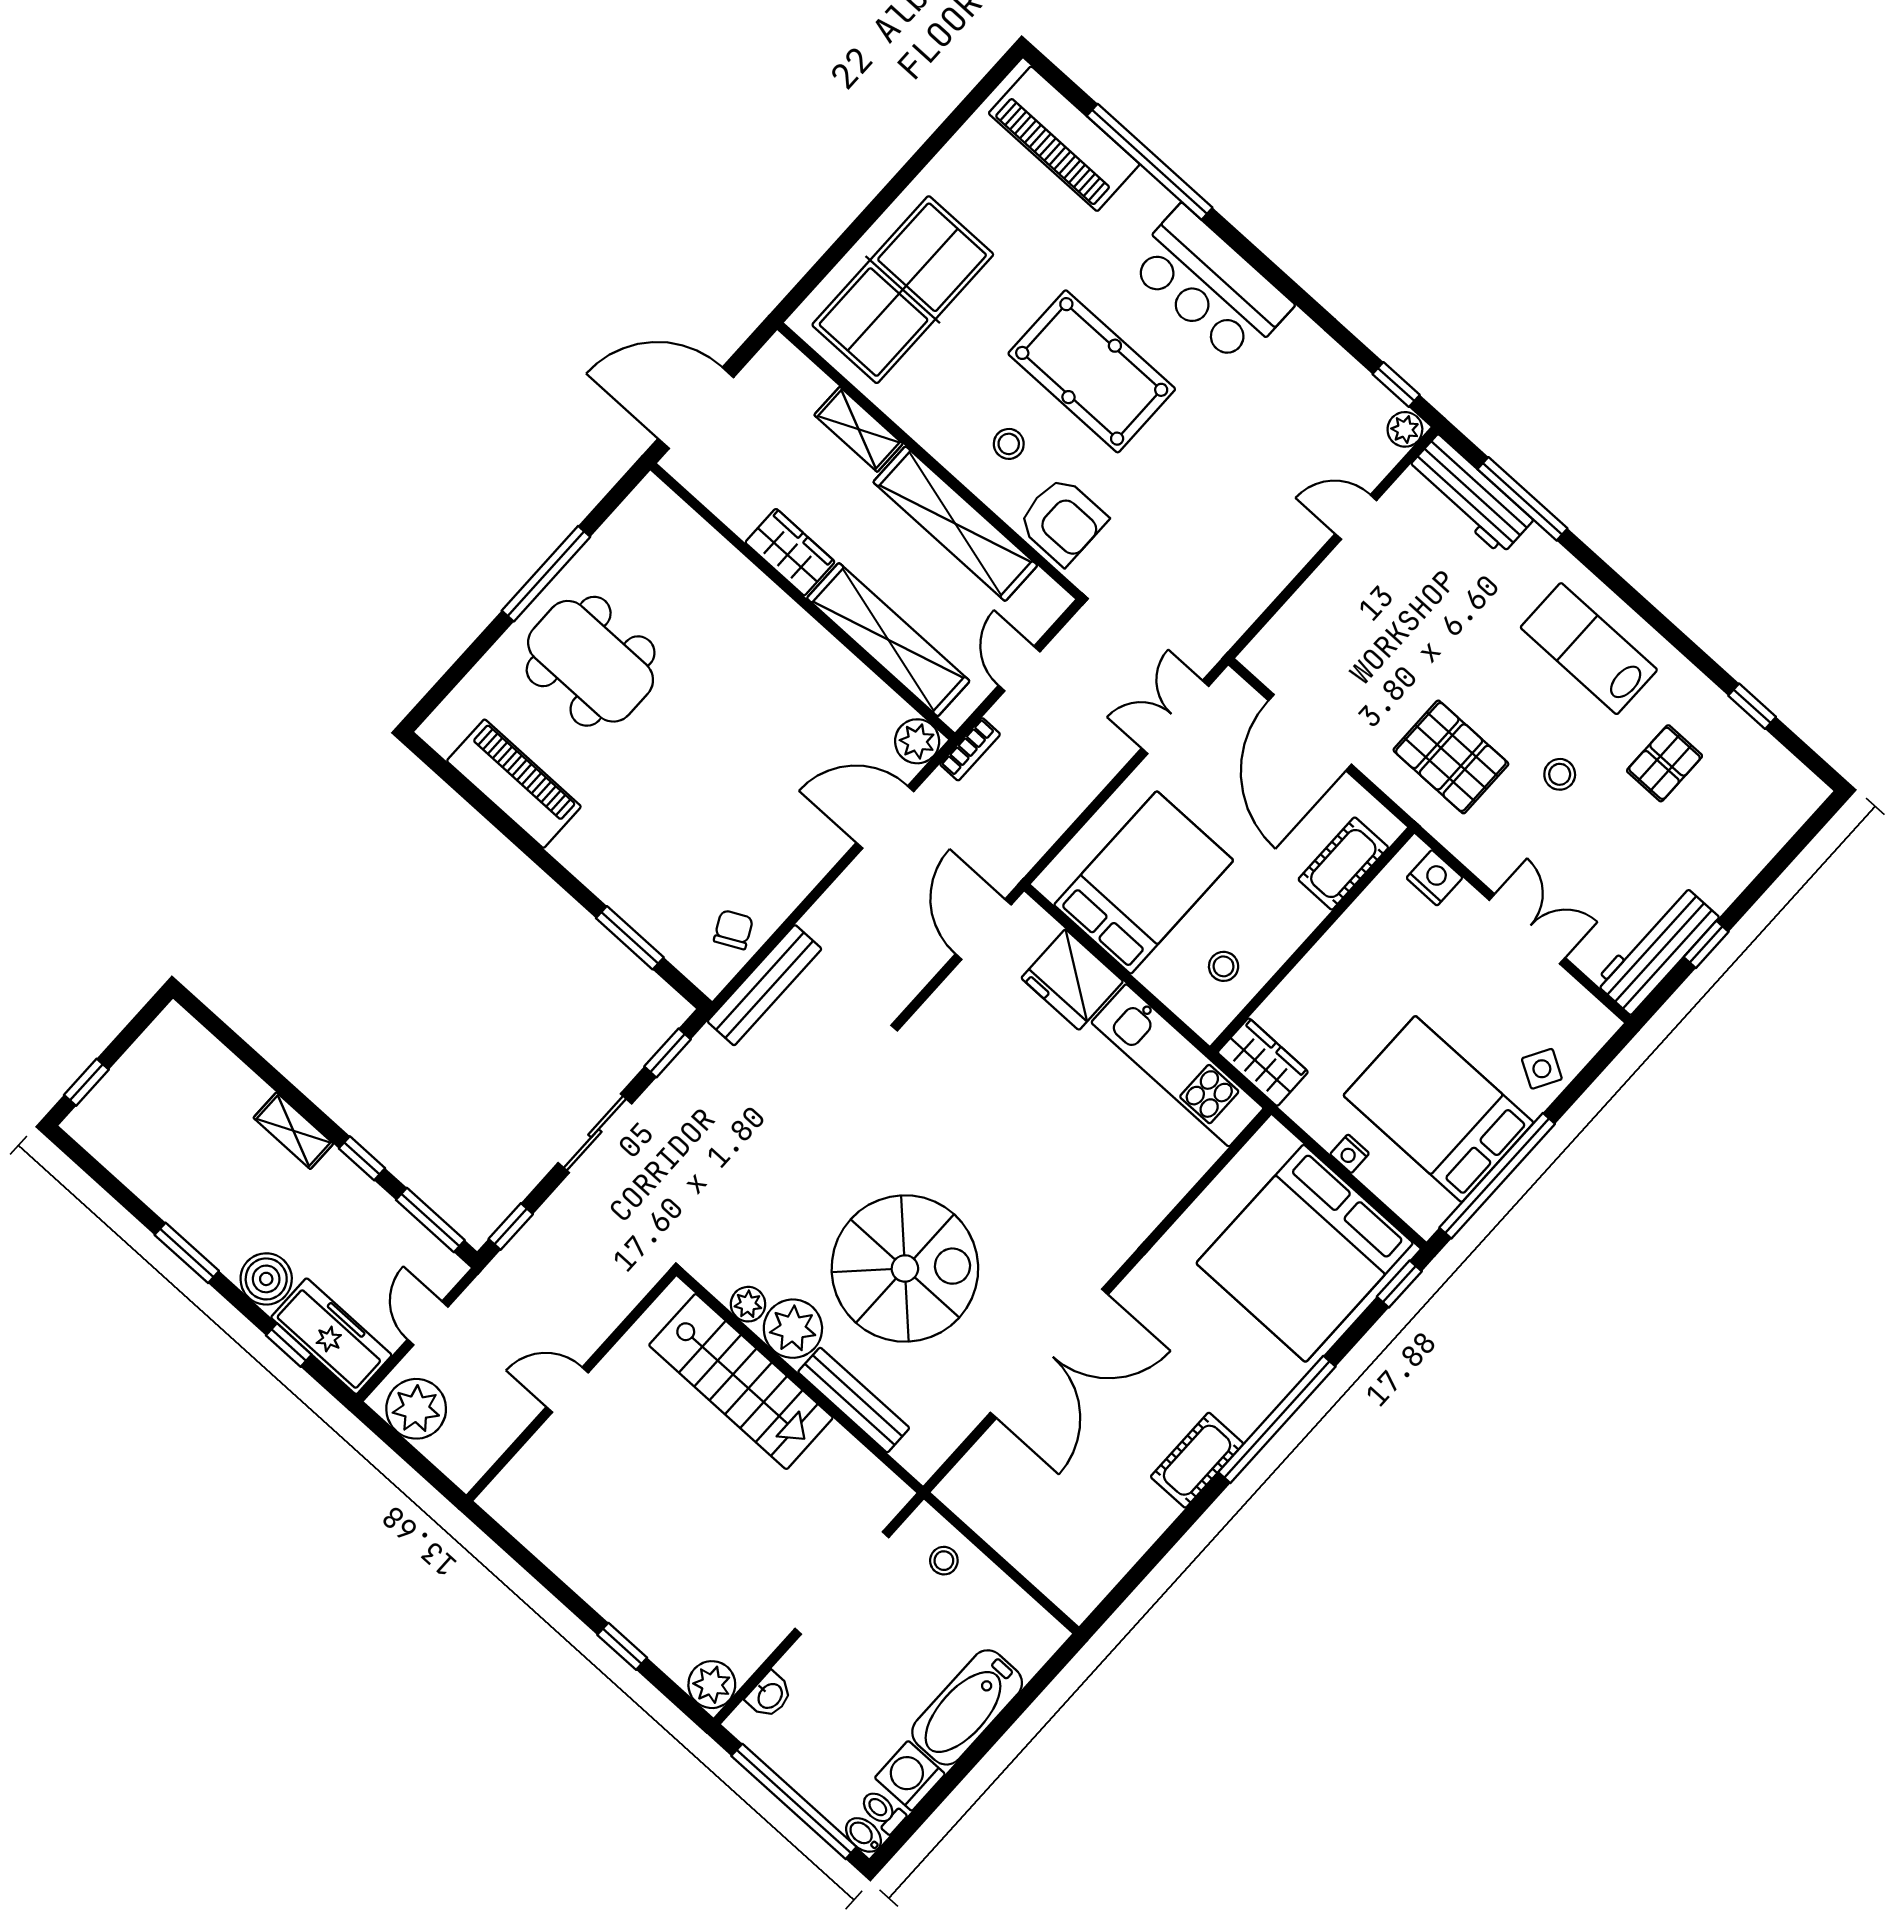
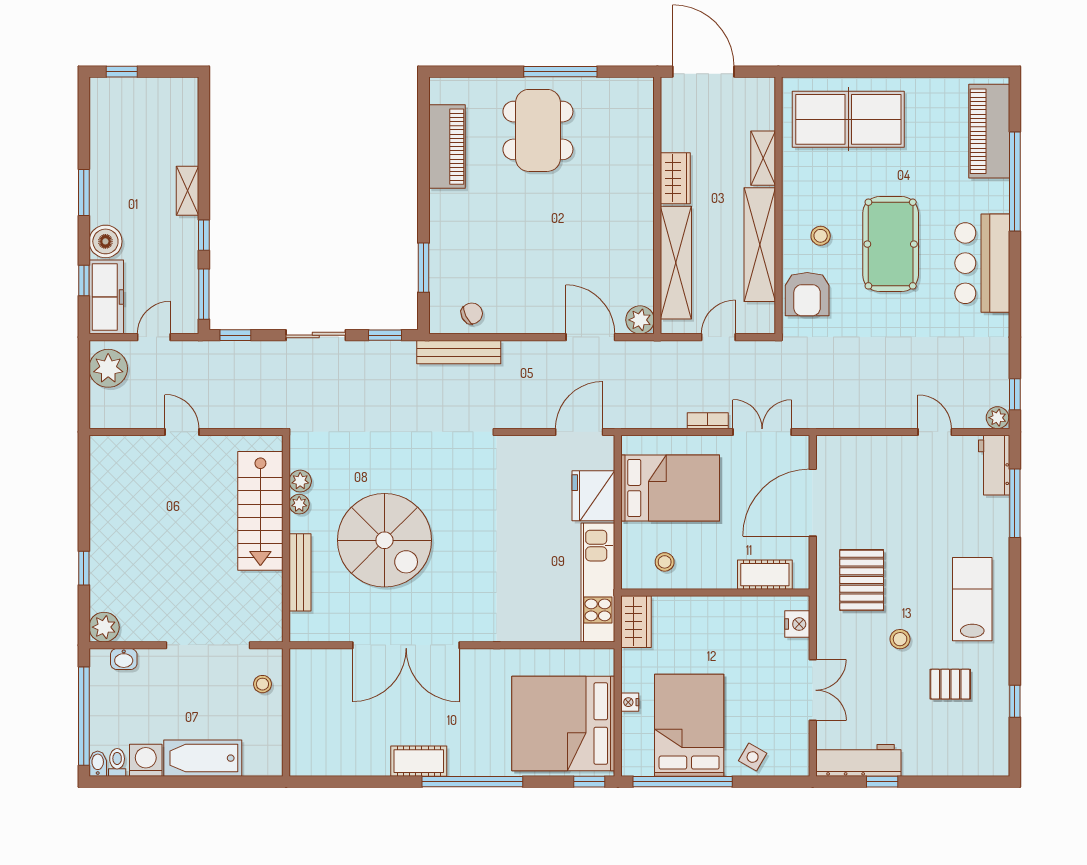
workbench: (1470, 495) -> (994, 465), width x0.73
bookcase: (970, 749) -> (708, 421), moved, turned 180
plant: (793, 1329) -> (299, 504), width x0.53, depth x0.53

